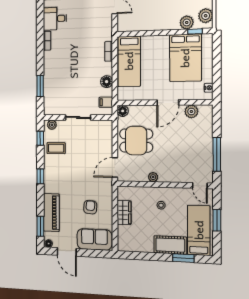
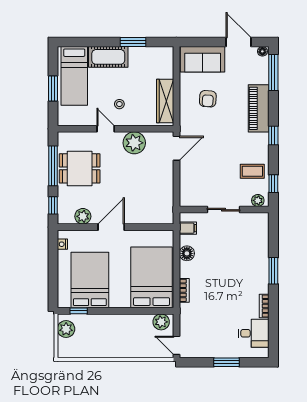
plant: (187, 22) -> (161, 322), moved
bed: (129, 61) -> (152, 277), width x1.50
window: (40, 86) -> (273, 271), moved
floor lamp: (123, 111) -> (167, 217), removed
window: (217, 121) -> (53, 205), added
dining table: (136, 141) -> (80, 168), moved
plant: (153, 177) -> (134, 143), width x1.88, depth x1.88
door: (200, 186) -> (106, 129), moved
piano: (51, 213) -> (259, 108), moved
wardrobe: (124, 213) -> (165, 101), width x1.50
window: (40, 226) -> (273, 73), width x1.44
window: (183, 258) -> (133, 42), moved

